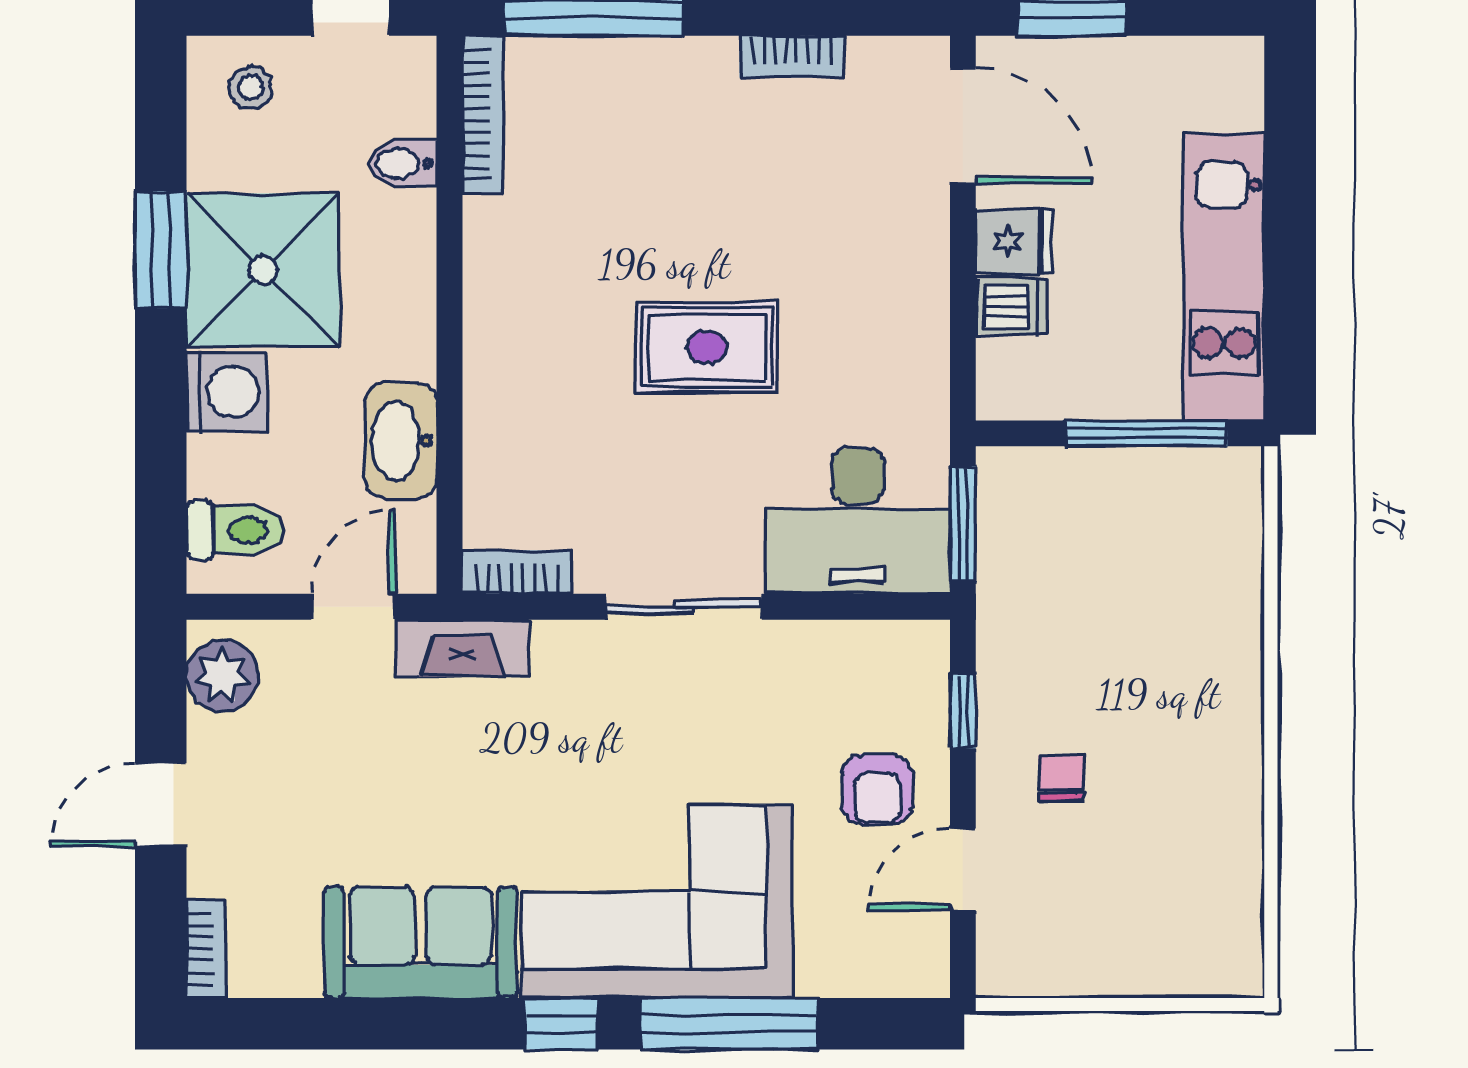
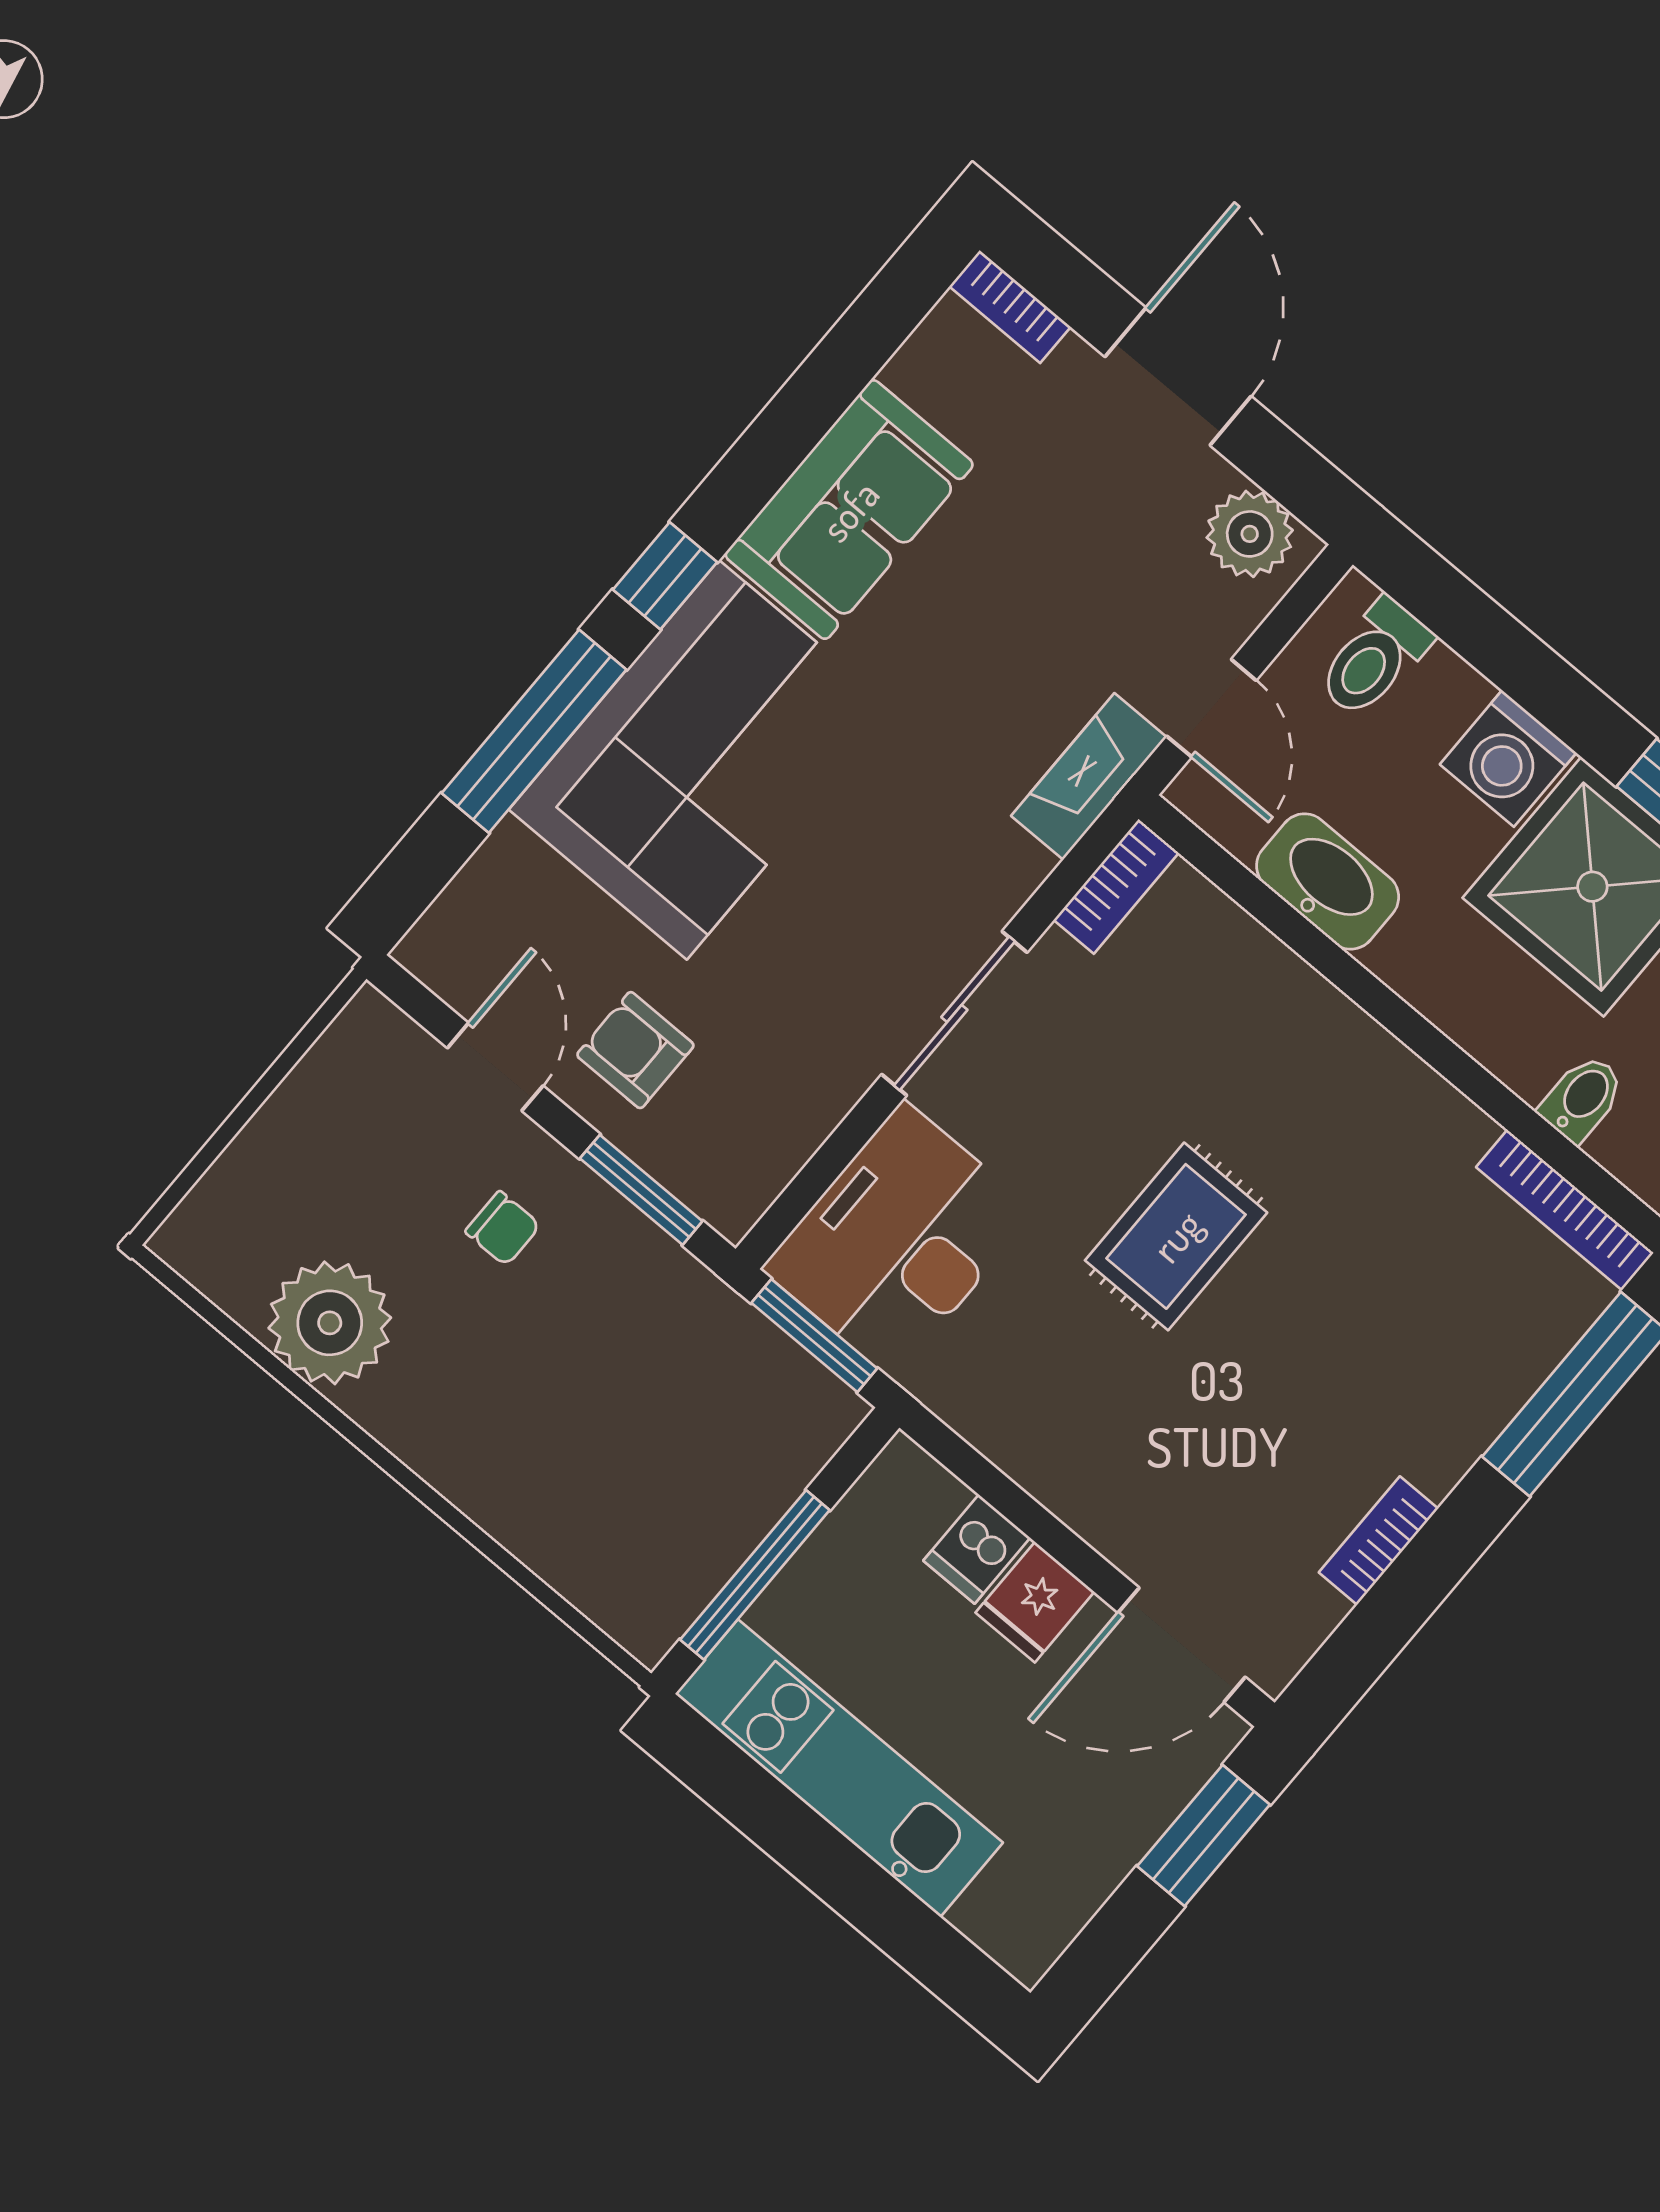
window: (963, 711) -> (641, 1190), width x1.50
door: (161, 805) -> (1178, 377), width x1.38
plant: (1213, 838) -> (330, 1323), added

